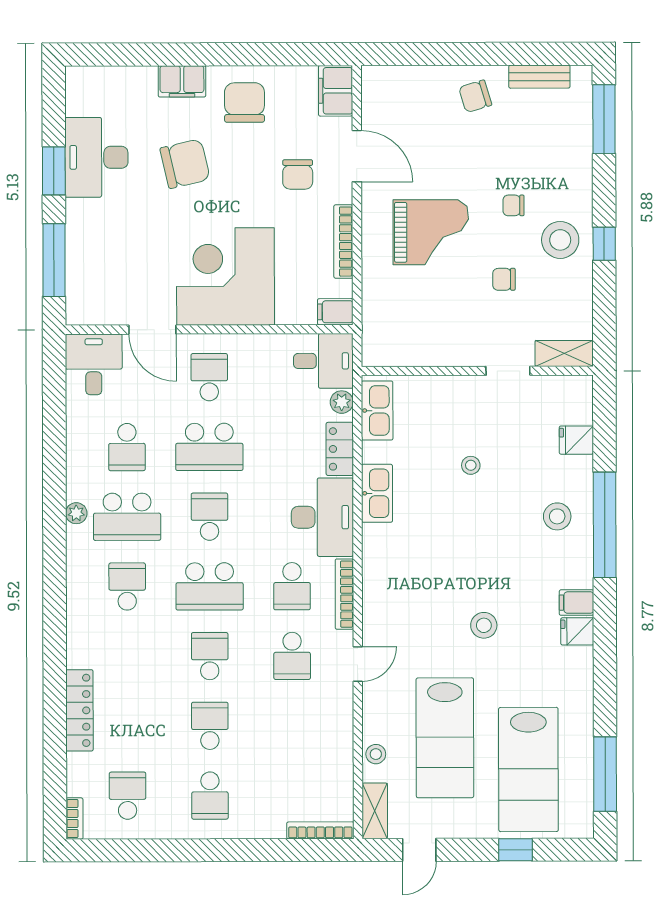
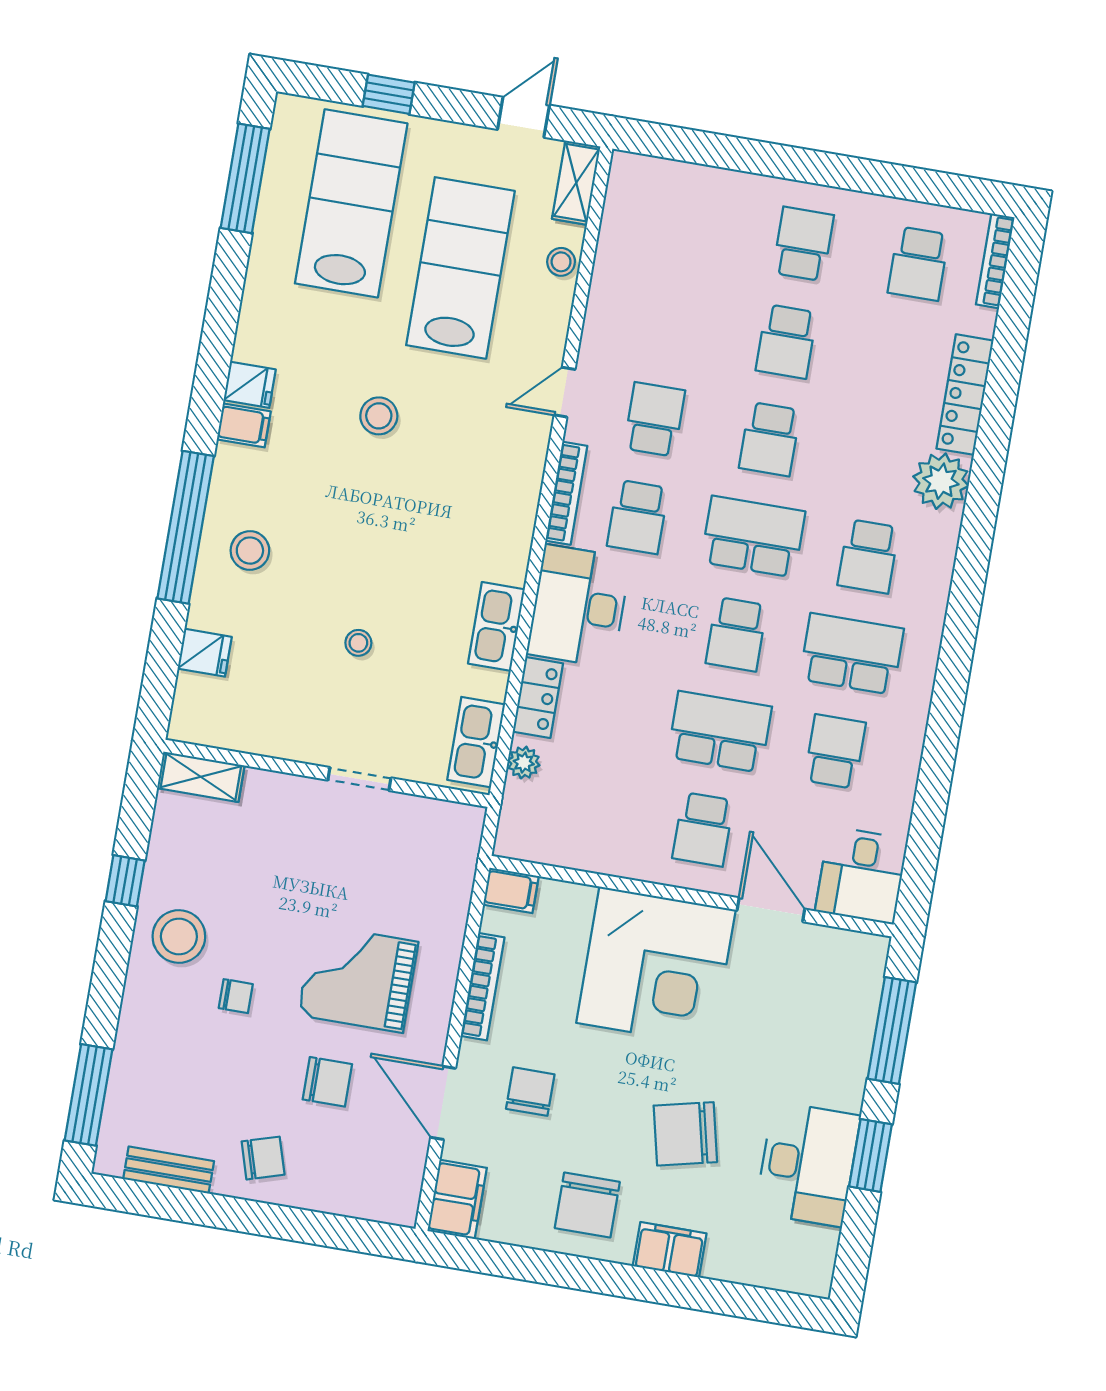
window: (604, 244) -> (125, 881), moved
chair: (504, 279) -> (327, 1082), moved, width x1.37, depth x1.37
desk: (323, 361) -> (539, 824), removed
doorway: (508, 371) -> (359, 779), moved
plant: (76, 513) -> (941, 481), moved, width x1.88, depth x1.88
school desk: (292, 586) -> (638, 517), turned 180
bookcase: (74, 819) -> (995, 261), width x1.56
bookcase: (320, 830) -> (657, 169), removed

